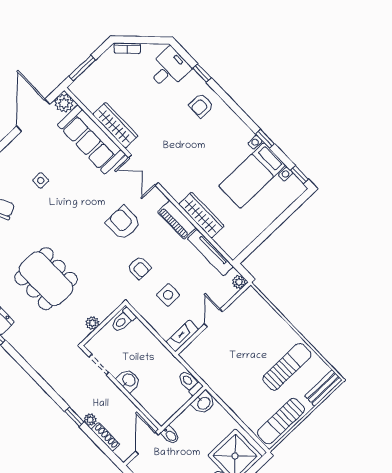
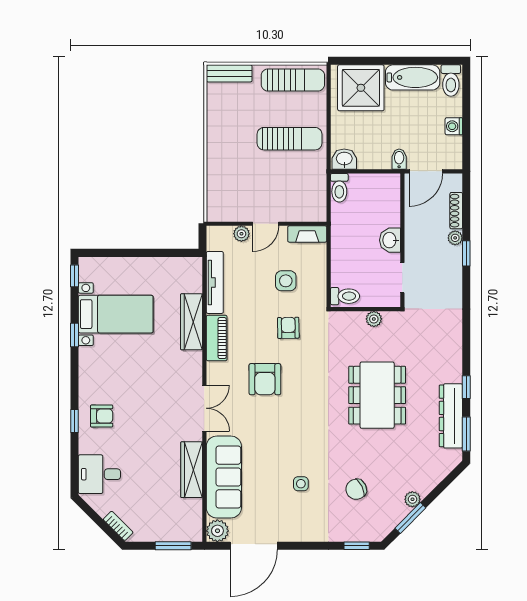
window: (202, 73) -> (74, 421), moved
plant: (239, 282) -> (241, 234), moved
sun lounger: (287, 367) -> (289, 139), moved, turned 180

